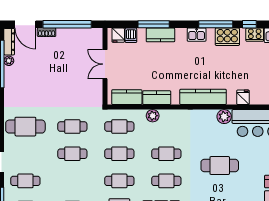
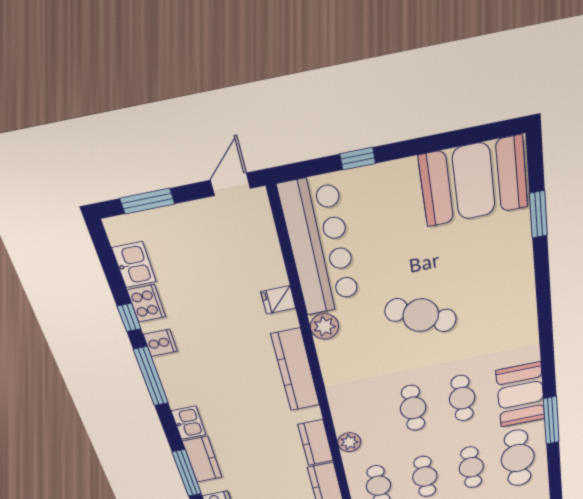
kitchen sink: (197, 35) -> (189, 423), moved
cooker: (227, 37) -> (160, 343), width x0.53, depth x0.76
cafe table: (220, 166) -> (421, 315), turned -65

